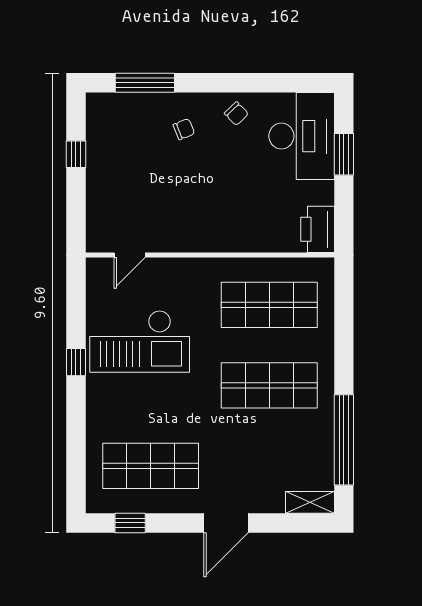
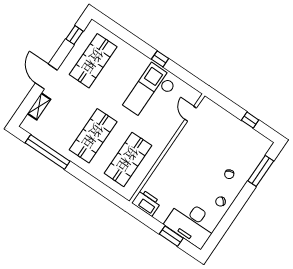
shelving: (310, 502) -> (39, 106), moved

